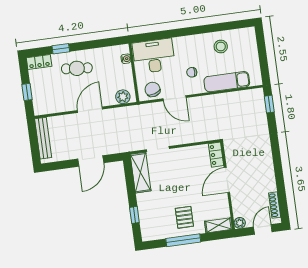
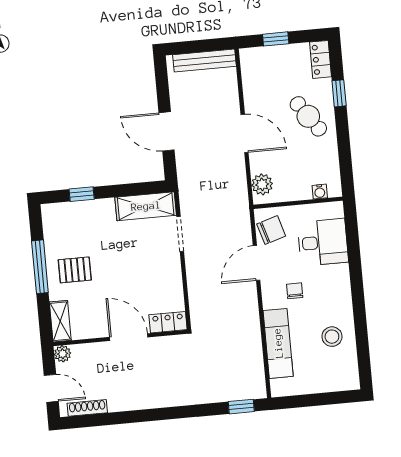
desk: (154, 56) -> (323, 242), width x0.73
cafe table: (77, 68) -> (308, 116), turned -40

